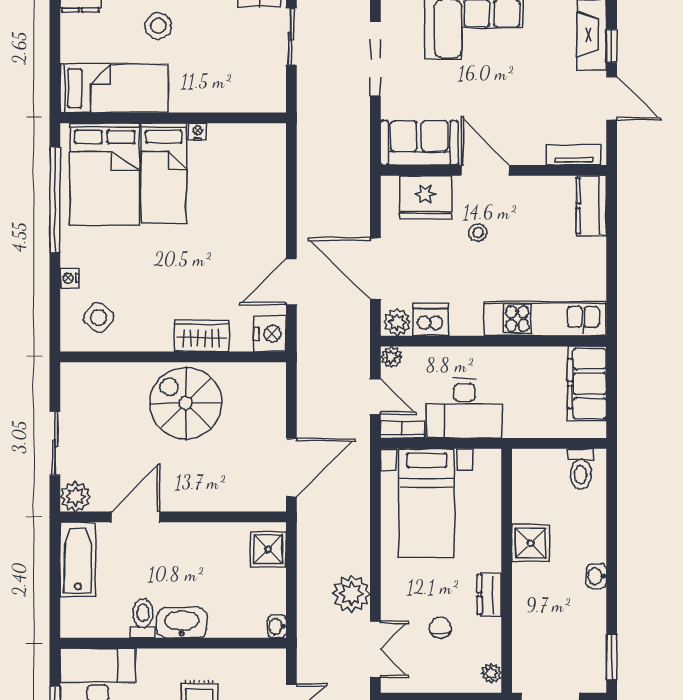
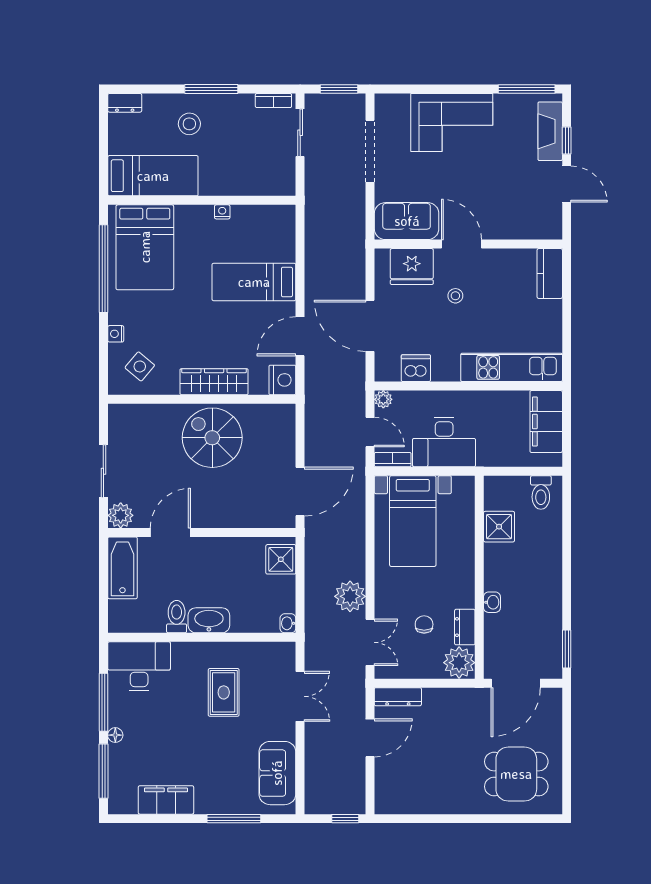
tv unit: (574, 155) -> (535, 231), removed
bed: (164, 173) -> (254, 282), moved, turned 90
plant: (397, 322) -> (388, 370), removed
wardrobe: (201, 336) -> (214, 382), width x1.50
shower: (530, 543) -> (499, 527), moved
washbasin: (596, 576) -> (492, 602), moved, turned 180
dresser: (489, 595) -> (465, 627), moved
plant: (491, 673) -> (459, 663), width x1.88, depth x1.88

